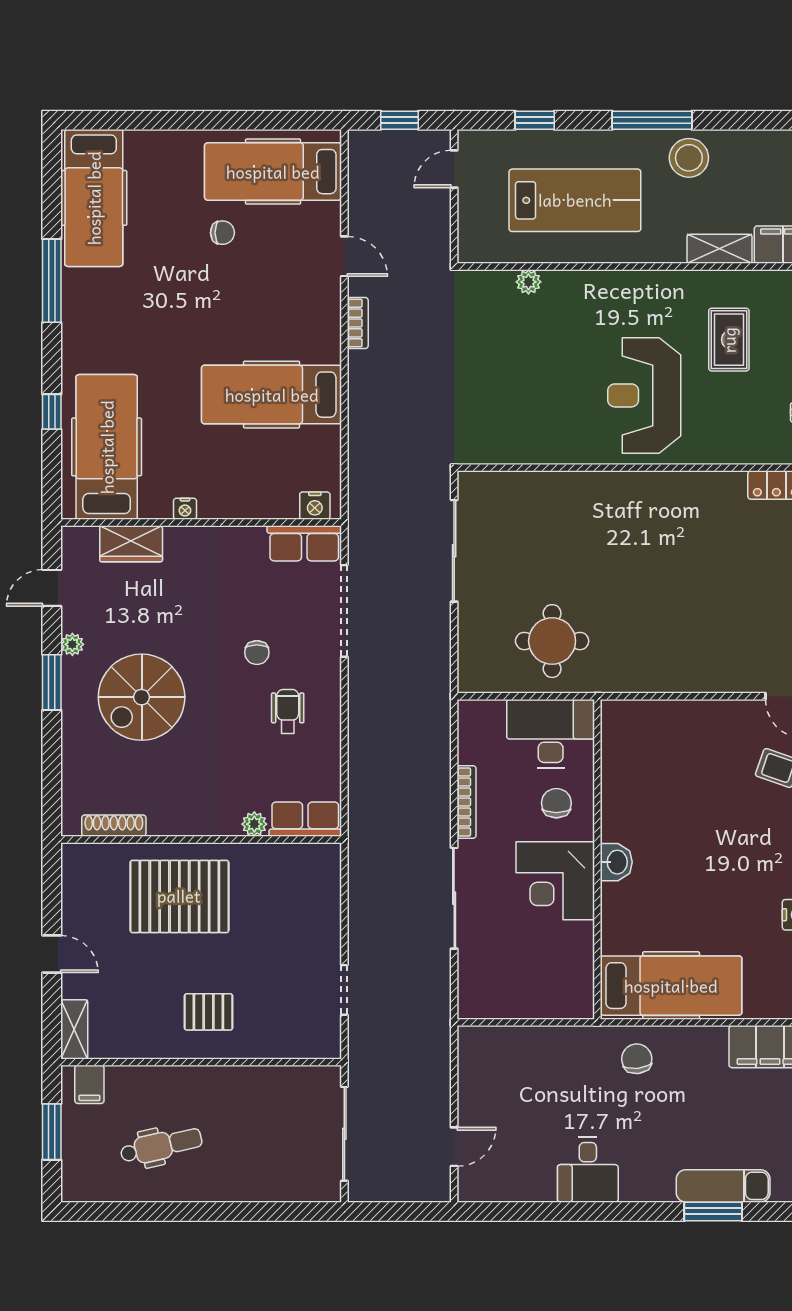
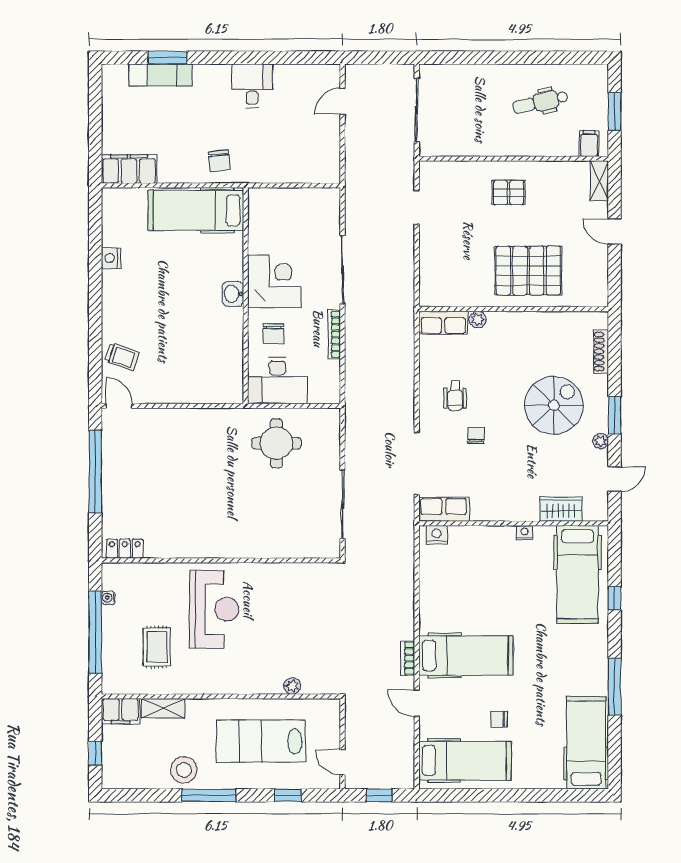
door: (454, 169) -> (343, 762), swing flipped
hospital bed: (272, 395) -> (466, 656), moved
shoe rack: (114, 826) -> (601, 351), moved, turned 90

